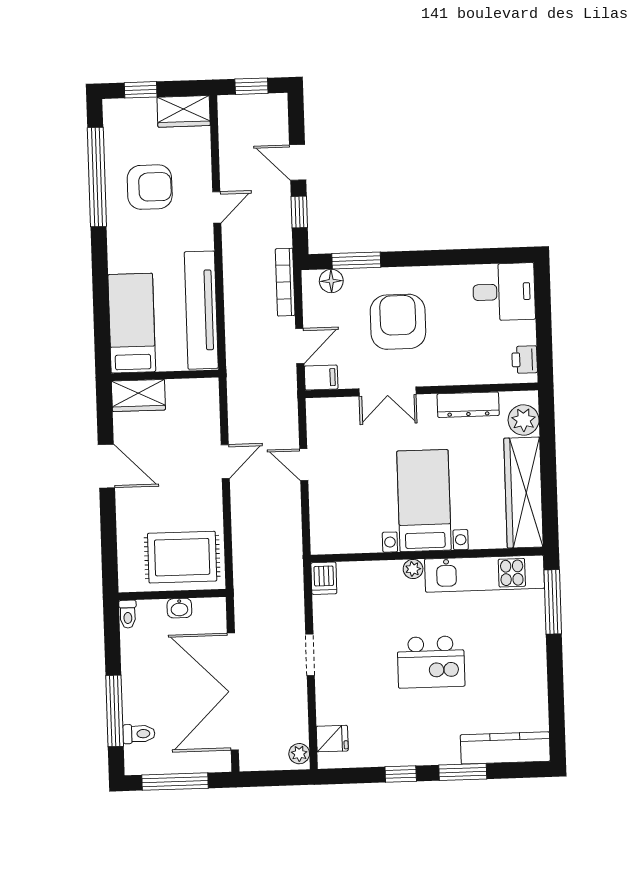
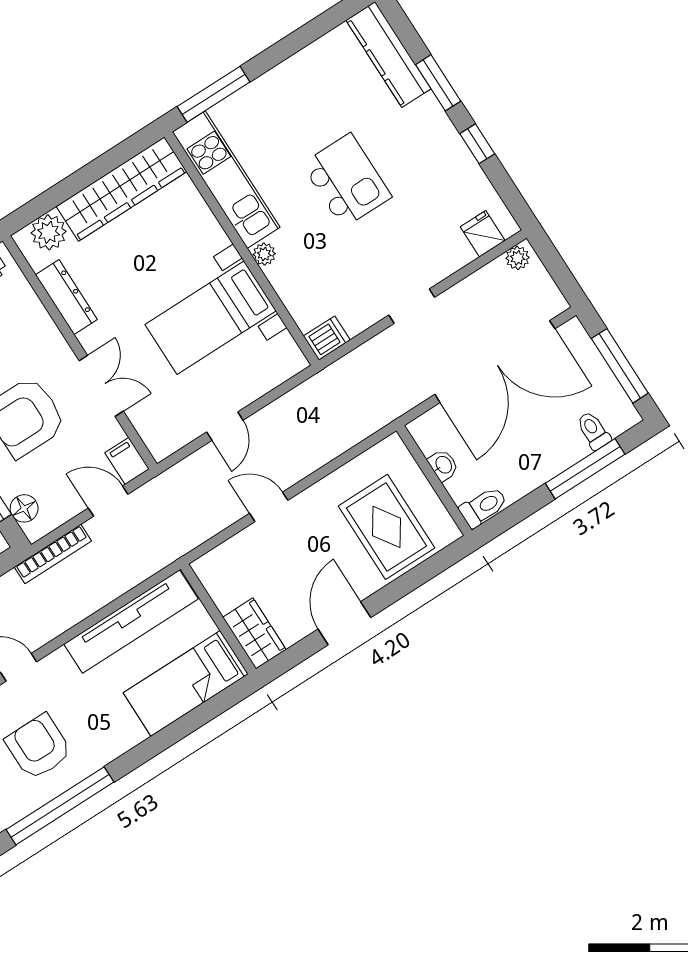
bed with nightstands: (424, 501) -> (211, 318), moved
rug: (182, 557) -> (387, 527), moved
toilet: (128, 614) -> (483, 507), width x1.37, depth x1.39

